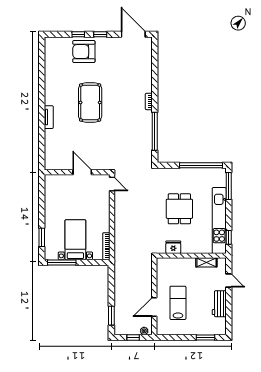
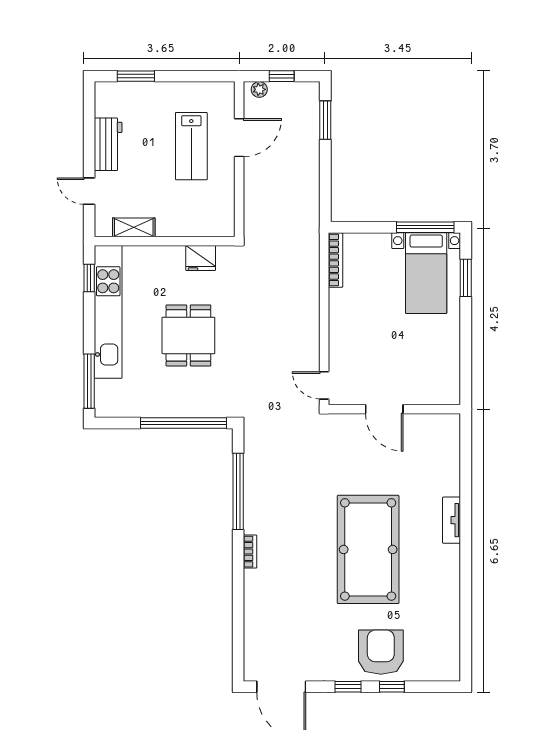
armchair: (84, 52) -> (381, 652), turned -90
pool table: (90, 102) -> (368, 549), width x1.36, depth x1.32
window: (201, 165) -> (183, 423), moved
bed with nightstands: (75, 240) -> (426, 273), moved

